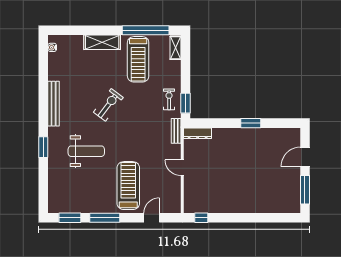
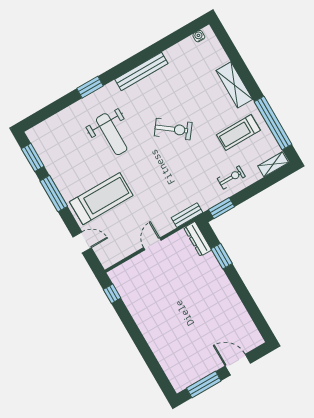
treadmill: (138, 59) -> (238, 132), width x0.73, depth x0.73
exercise bike: (169, 99) -> (231, 178), moved
window: (251, 123) -> (222, 256), moved

